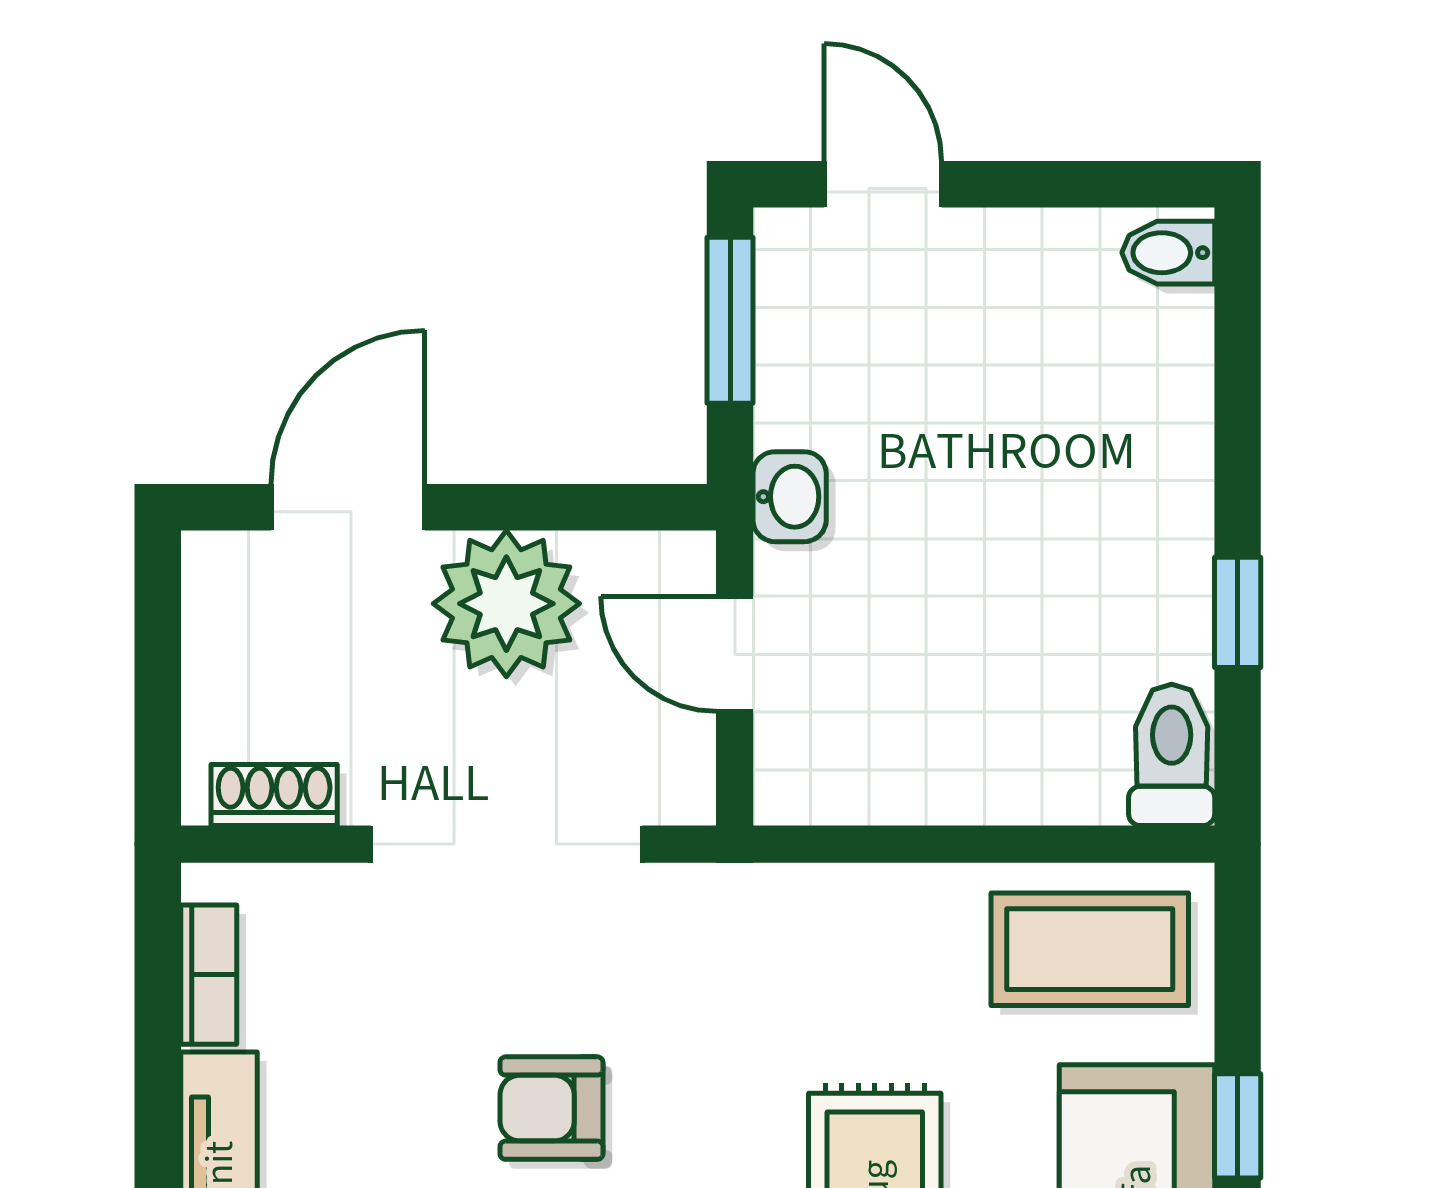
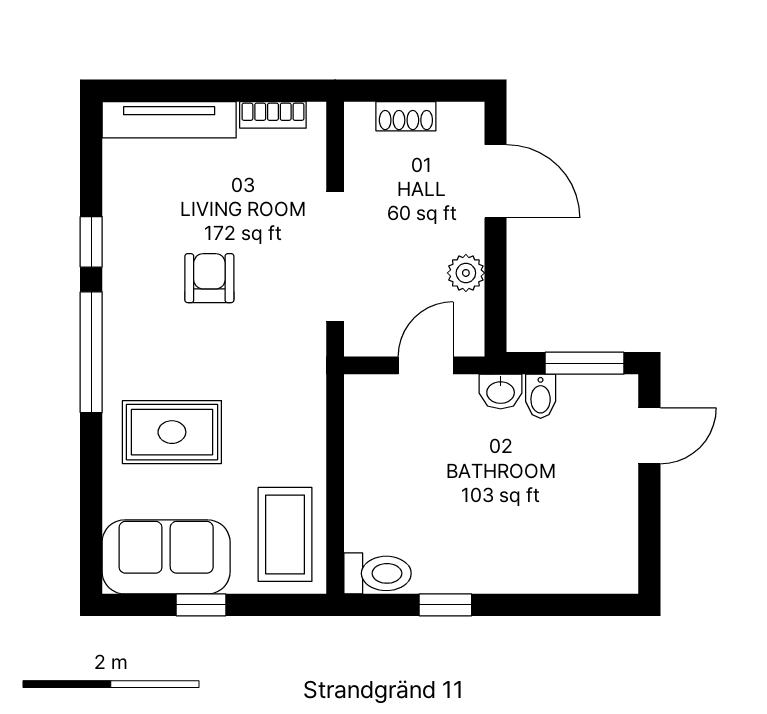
bidet: (1168, 253) -> (541, 396), moved, turned 180
plant: (506, 604) -> (466, 273), width x0.53, depth x0.53
shoe rack: (274, 795) -> (406, 116), moved, turned 90

